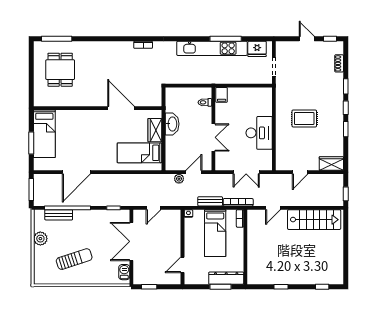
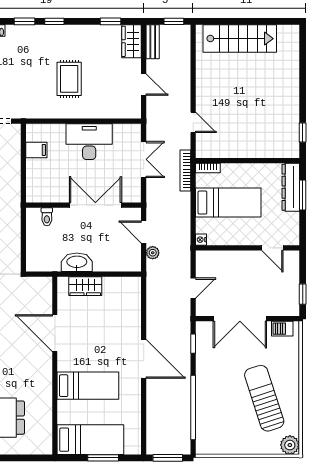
filing cabinet: (222, 95) -> (36, 150), moved
door: (121, 108) -> (55, 333), hinge flipped
window: (346, 129) -> (110, 21), moved
double door: (213, 137) -> (95, 205), width x1.37
bed: (140, 153) -> (88, 386), moved, turned -90
door: (76, 172) -> (144, 359), moved
bench: (210, 201) -> (153, 42), moved
door: (154, 208) -> (193, 288), hinge flipped
bench: (59, 215) -> (203, 420), removed
stairs: (314, 220) -> (240, 39), moved, turned 90
plant: (40, 239) -> (290, 445), moved
sun lounger: (74, 259) -> (264, 398), width x1.36, depth x1.34
window: (281, 287) -> (303, 132), moved
window: (322, 287) -> (303, 54), removed

